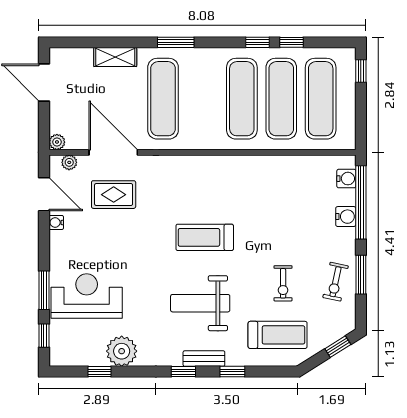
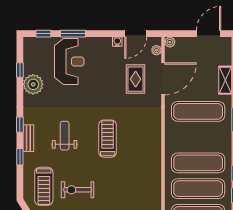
exercise bike: (283, 283) -> (78, 190), width x1.38, depth x1.39
weight bench: (200, 303) -> (65, 136), width x0.73, depth x0.75

